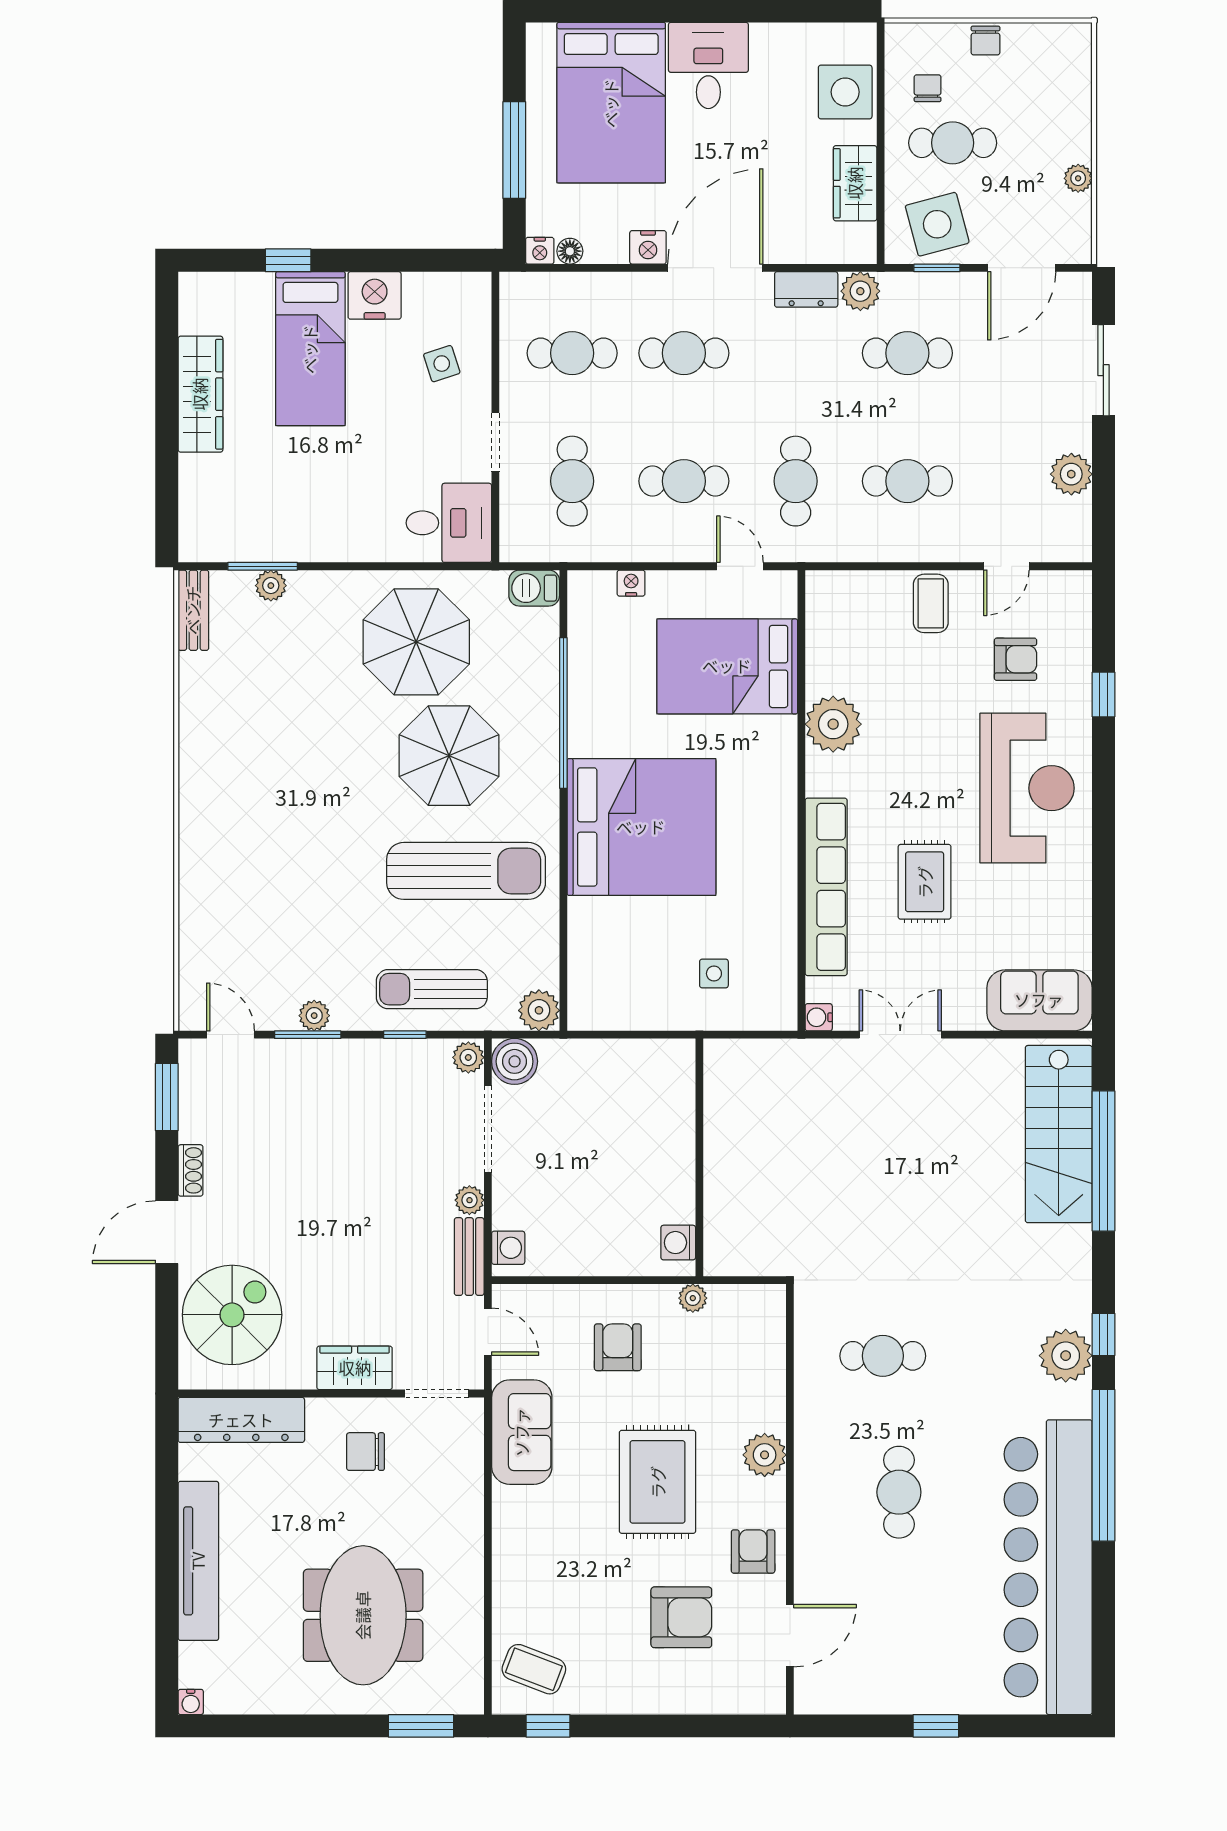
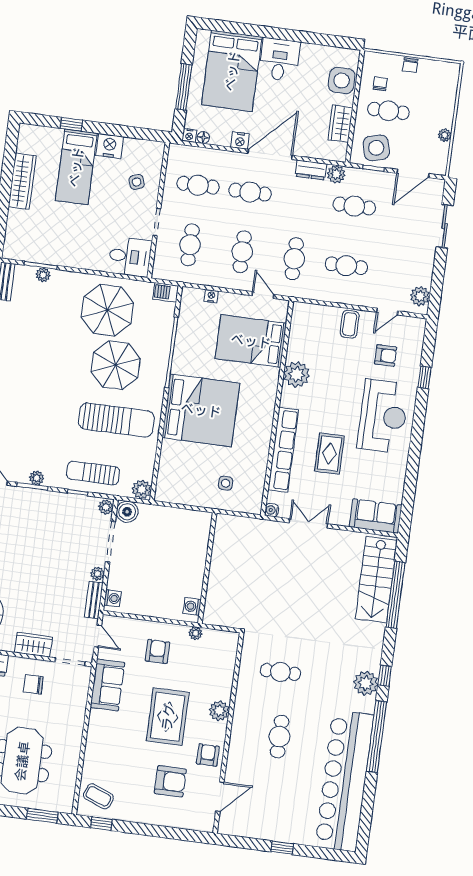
plant: (1071, 474) -> (420, 296), moved
cafe table: (684, 481) -> (242, 252), turned 90

